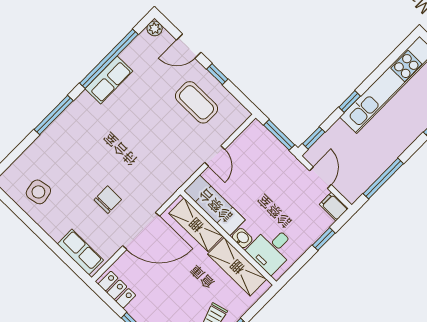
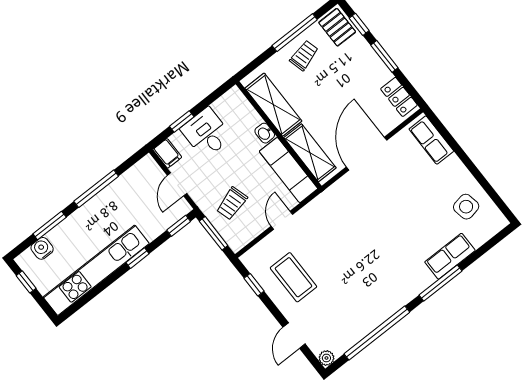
door: (189, 46) -> (294, 336), swing flipped
window: (217, 74) -> (254, 285), moved
row of seats: (109, 80) -> (450, 256), moved
trolley: (265, 166) -> (232, 203), added
window: (383, 179) -> (96, 189), moved
chair: (108, 200) -> (397, 190), removed
door: (141, 231) -> (367, 154), hinge flipped
desk: (272, 249) -> (206, 133), moved, turned -90

